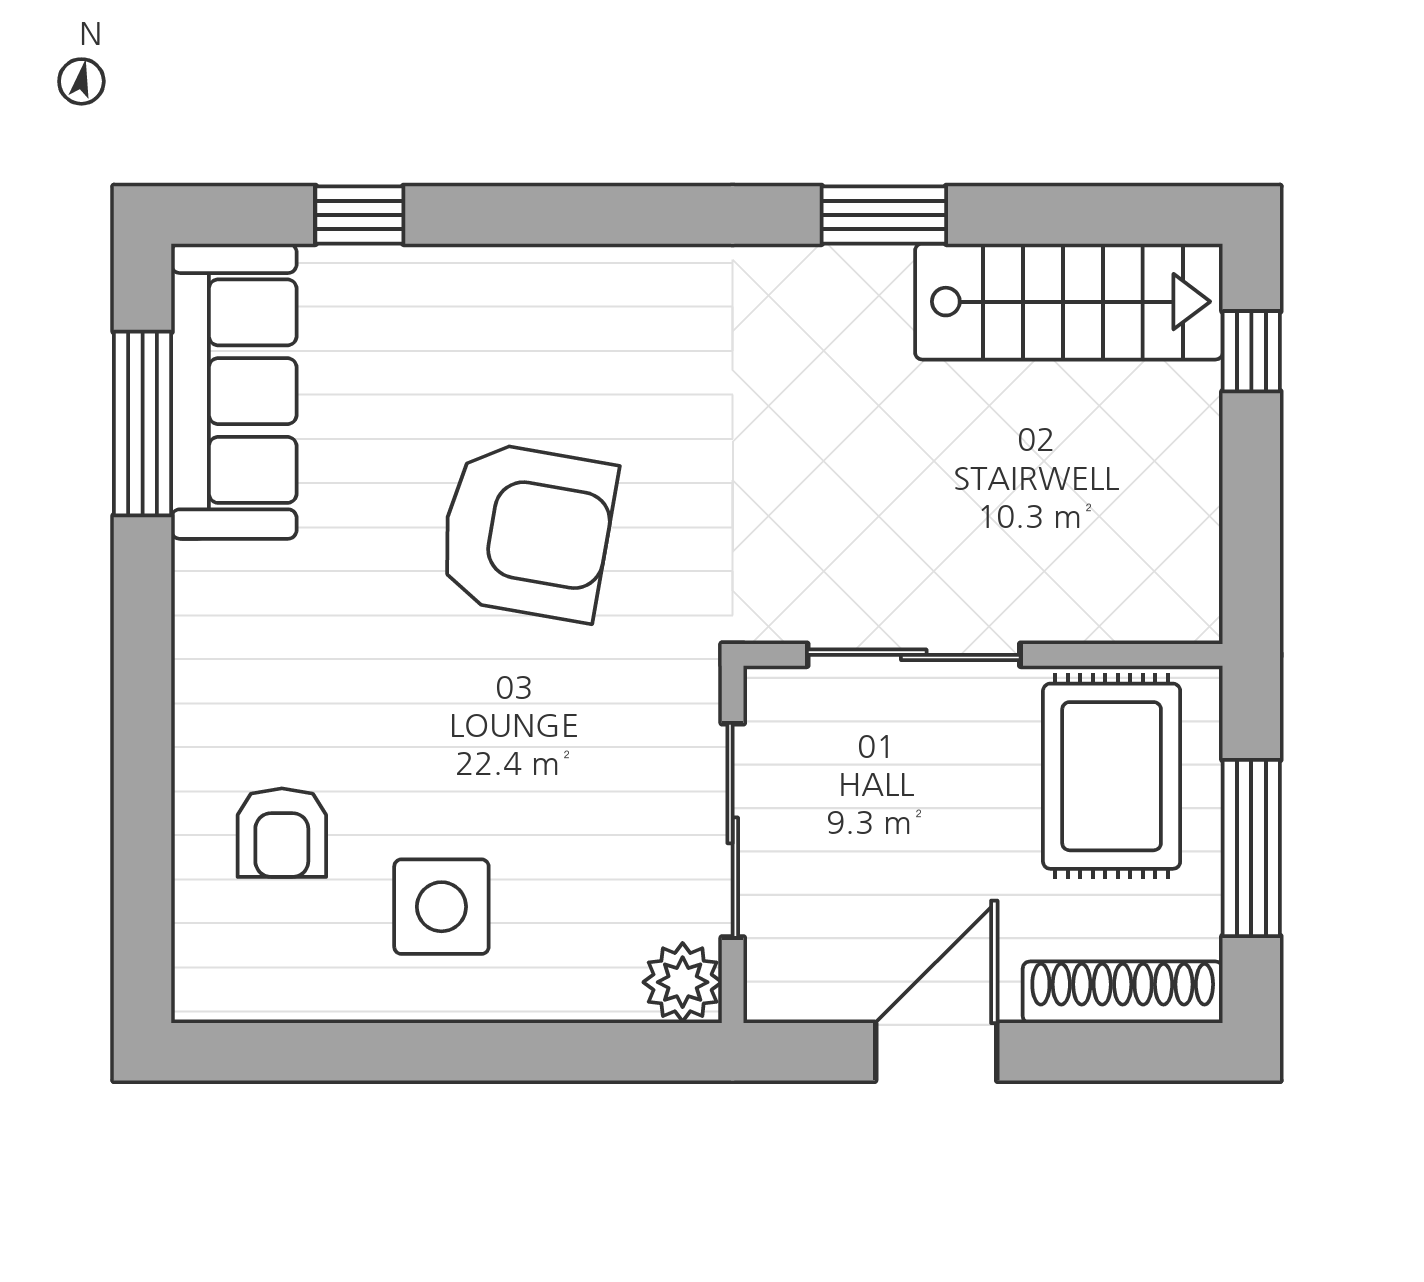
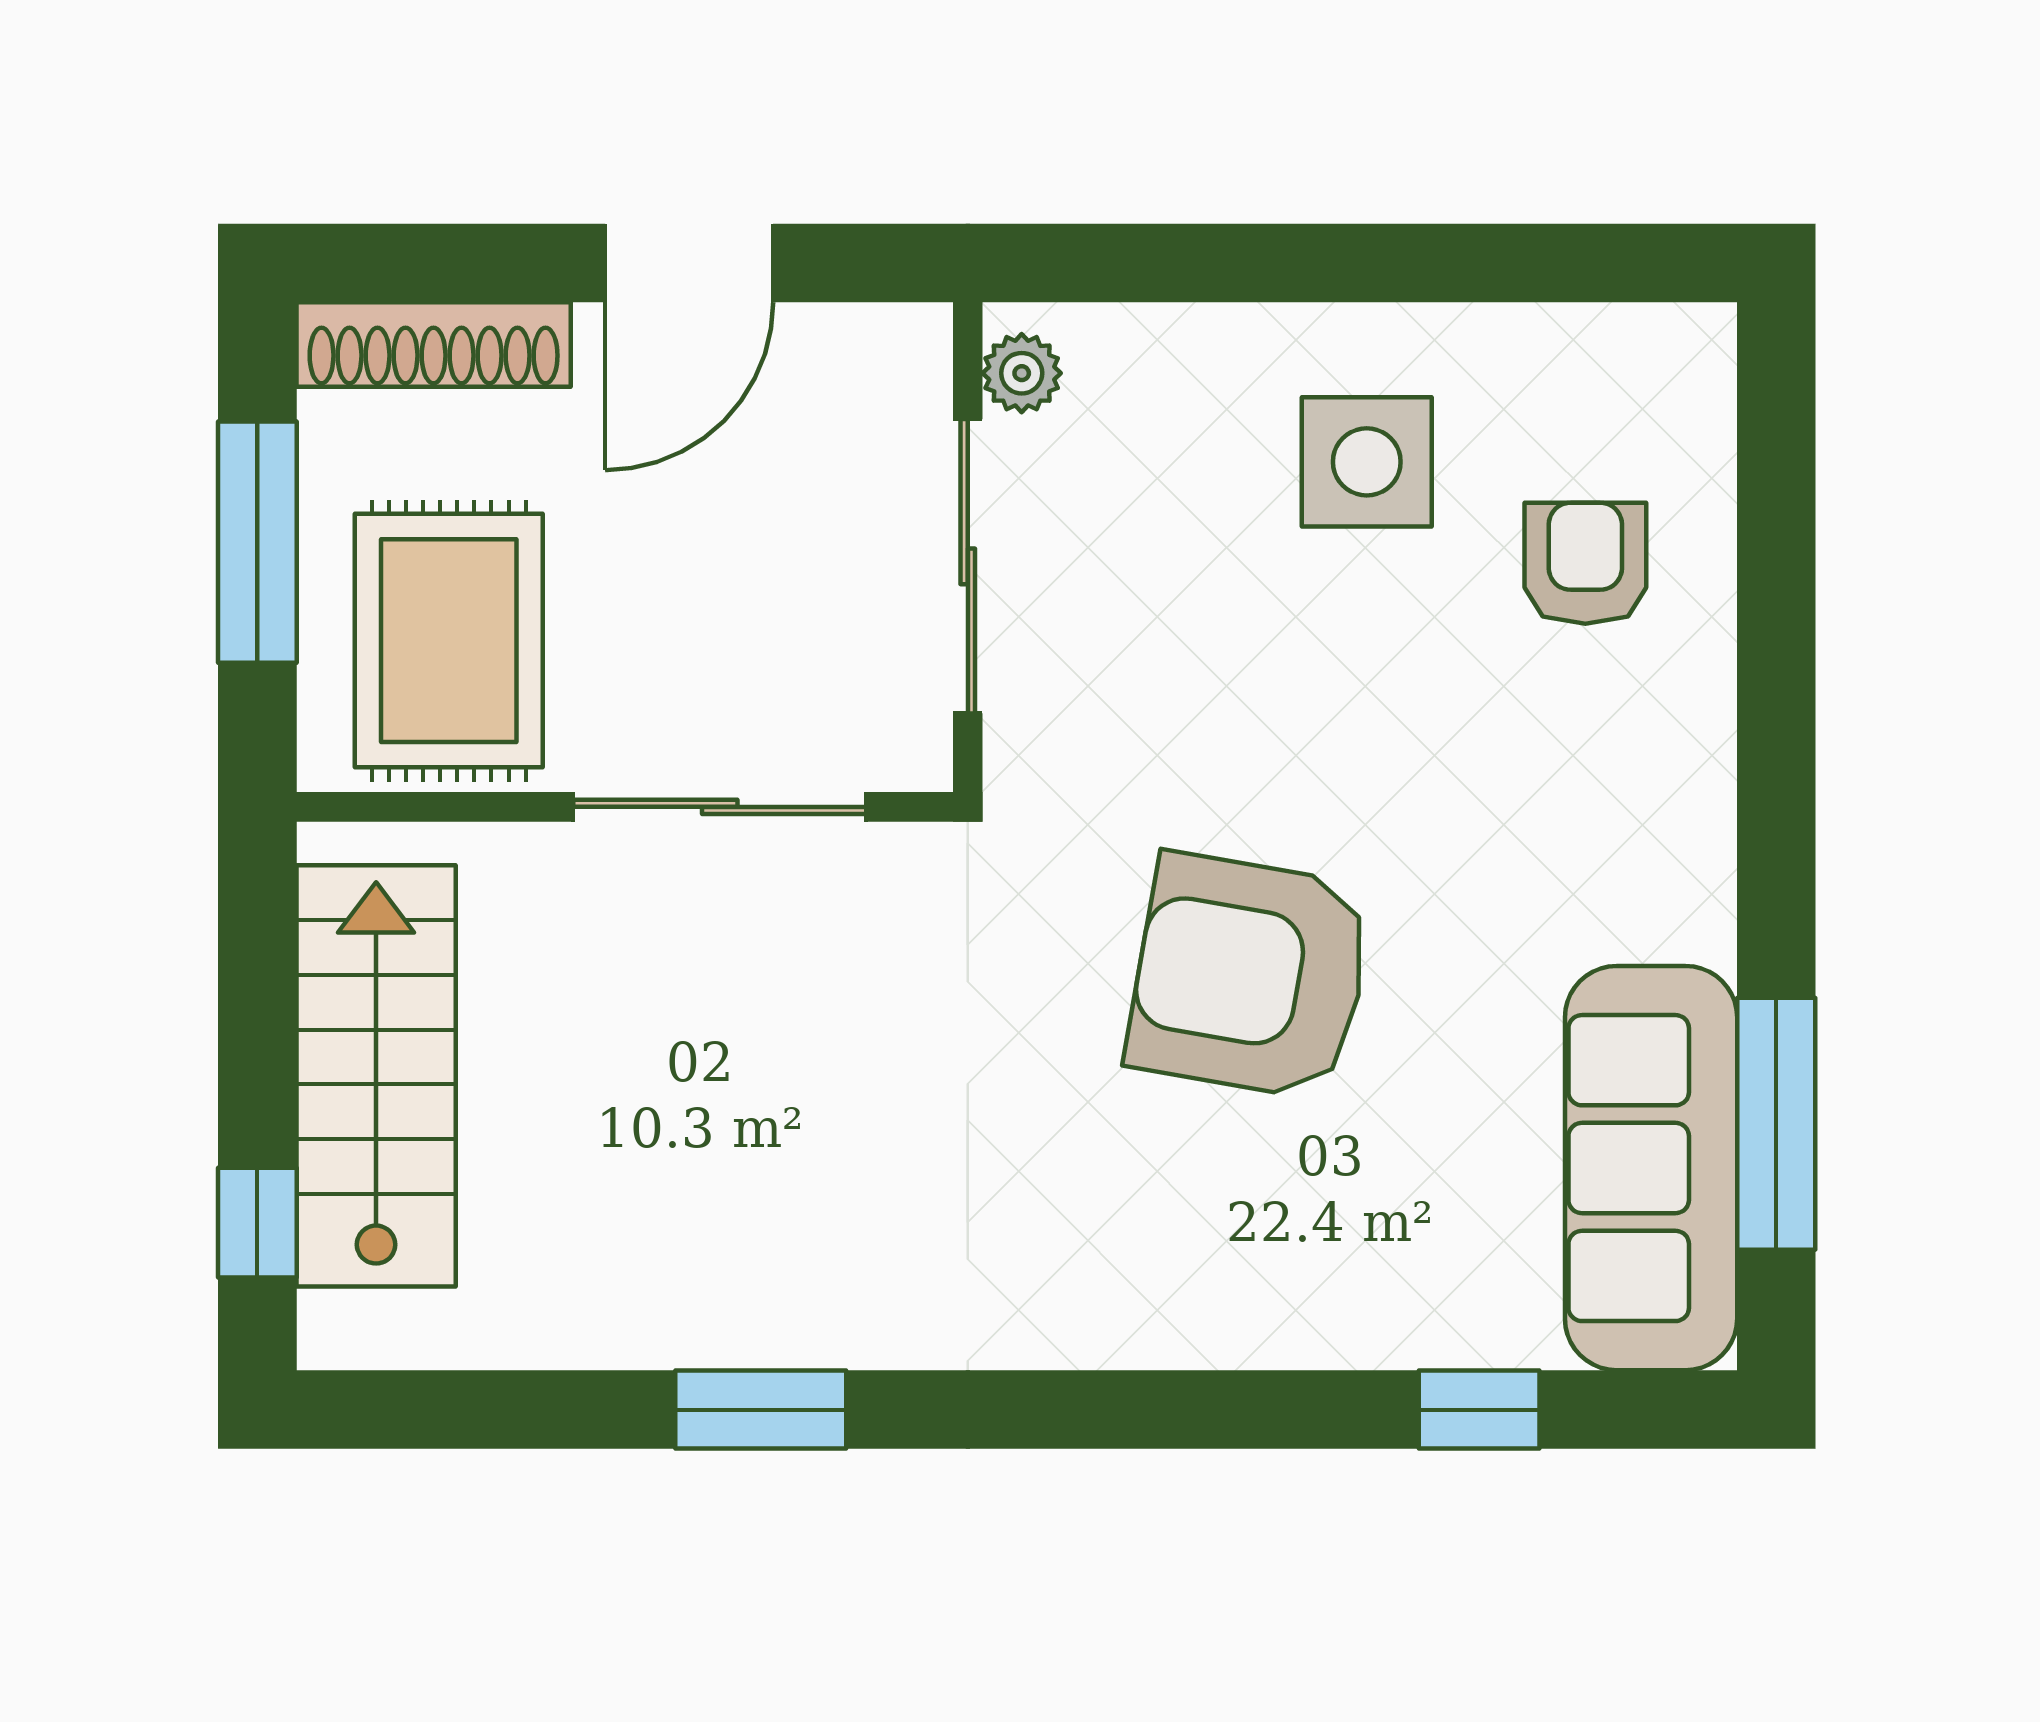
stairs: (1069, 302) -> (376, 1076), moved, turned 90
plant: (683, 982) -> (1022, 373), width x0.73, depth x0.73

